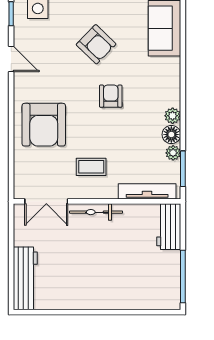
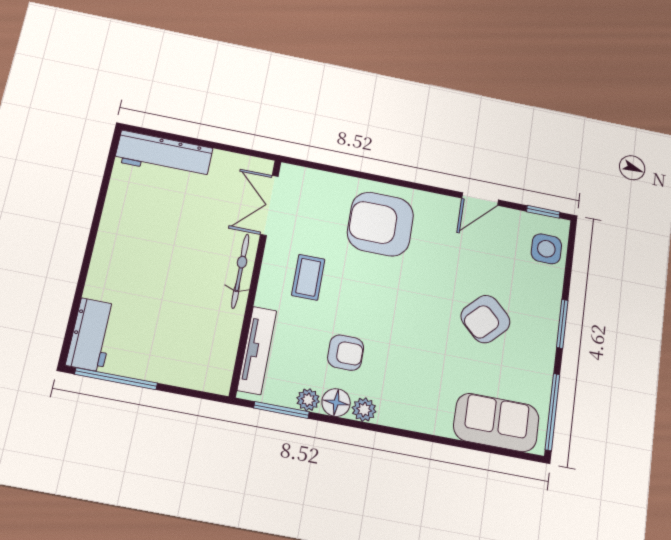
armchair: (111, 96) -> (346, 353), moved
workbench: (169, 227) -> (92, 335), moved, turned 90

